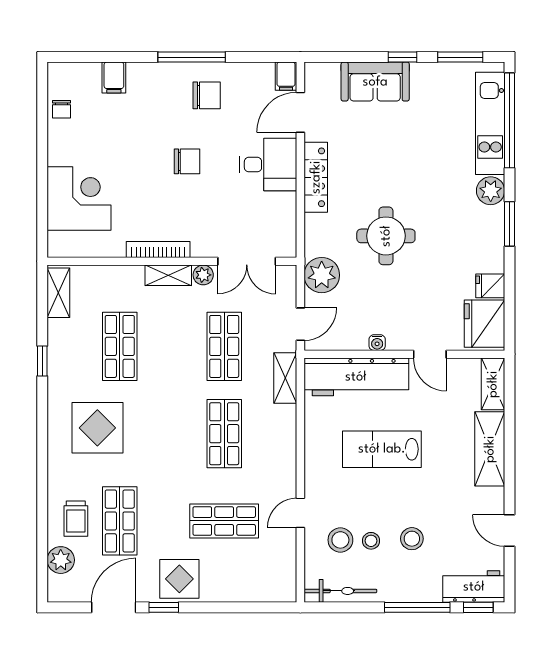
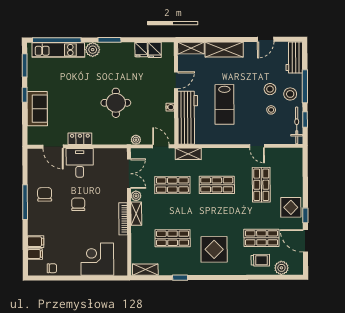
filing cabinet: (286, 76) -> (35, 254), moved
locker: (316, 177) -> (80, 139), width x0.66
plant: (322, 275) -> (136, 140), width x0.53, depth x0.53
fridge: (484, 324) -> (155, 50), width x0.53, depth x0.75
stool: (340, 540) -> (290, 94), moved
window: (478, 607) -> (305, 119), moved

